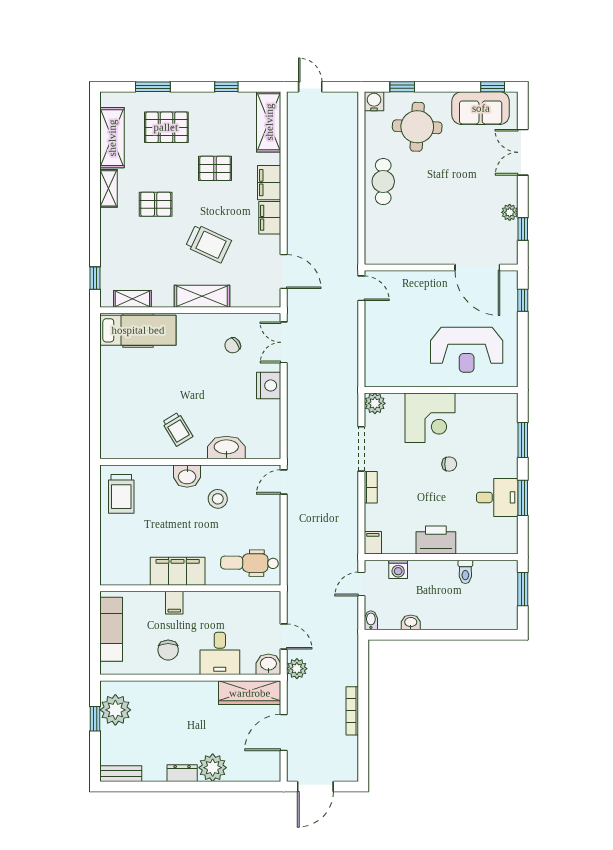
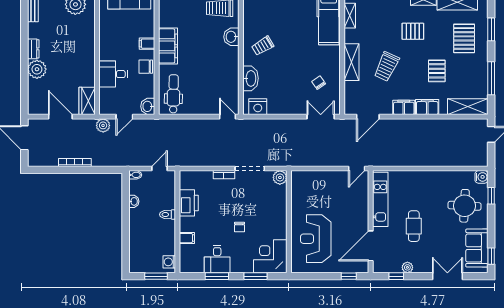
window: (226, 87) -> (491, 78), width x2.17
cafe table: (383, 182) -> (414, 226), moved, turned 90
pallet: (156, 204) -> (413, 31), turned 90
kitchen unit: (408, 253) -> (380, 199), added
nightstand: (269, 385) -> (258, 107), moved
corner desk: (430, 418) -> (270, 256), moved, turned 90
washbasin: (187, 476) -> (231, 37), moved
stool: (218, 499) -> (216, 73), removed
printer: (436, 540) -> (189, 203), moved
filing cabinet: (373, 543) -> (187, 238), moved
washing machine: (398, 569) -> (169, 262), moved
toilet: (465, 572) -> (168, 215), moved
door: (361, 584) -> (159, 169), hinge flipped
chair: (168, 650) -> (146, 67), moved
washbasin: (268, 664) -> (148, 106), moved, turned 180
wardrobe: (250, 693) -> (87, 101), width x0.67

